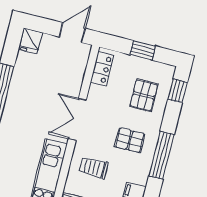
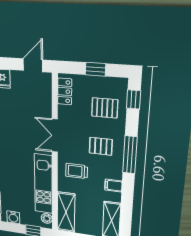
pallet: (144, 95) -> (105, 108), turned 90

